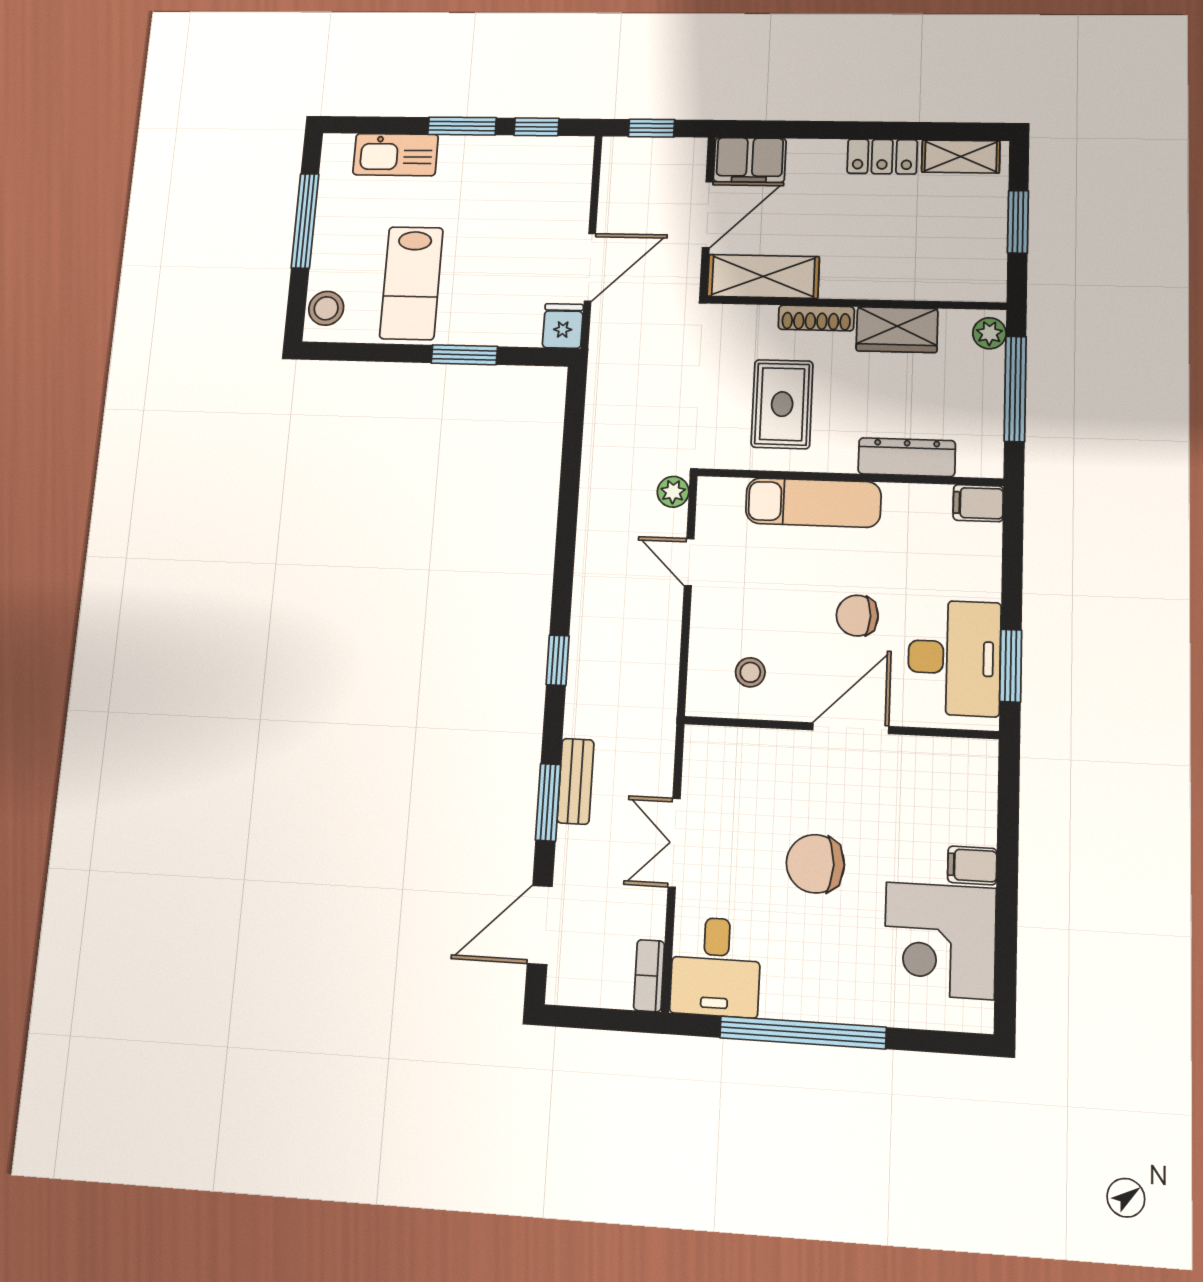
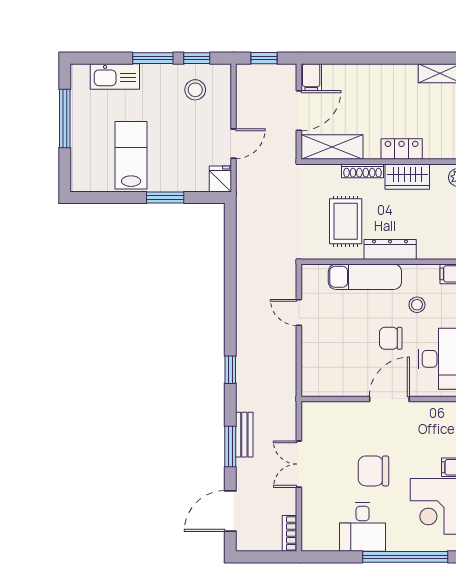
locker: (882, 157) -> (402, 149), moved, turned 180
filing cabinet: (750, 160) -> (311, 77), width x0.50
door: (590, 267) -> (234, 144), width x0.73
lab bench: (411, 283) -> (131, 155), turned 180
stool: (326, 308) -> (195, 90), moved
dresser: (907, 457) -> (390, 249), moved
plant: (673, 492) -> (288, 273), removed
stool: (750, 672) -> (417, 305), moved
desk: (716, 967) -> (363, 527), moved
window: (803, 1033) -> (405, 557), moved

